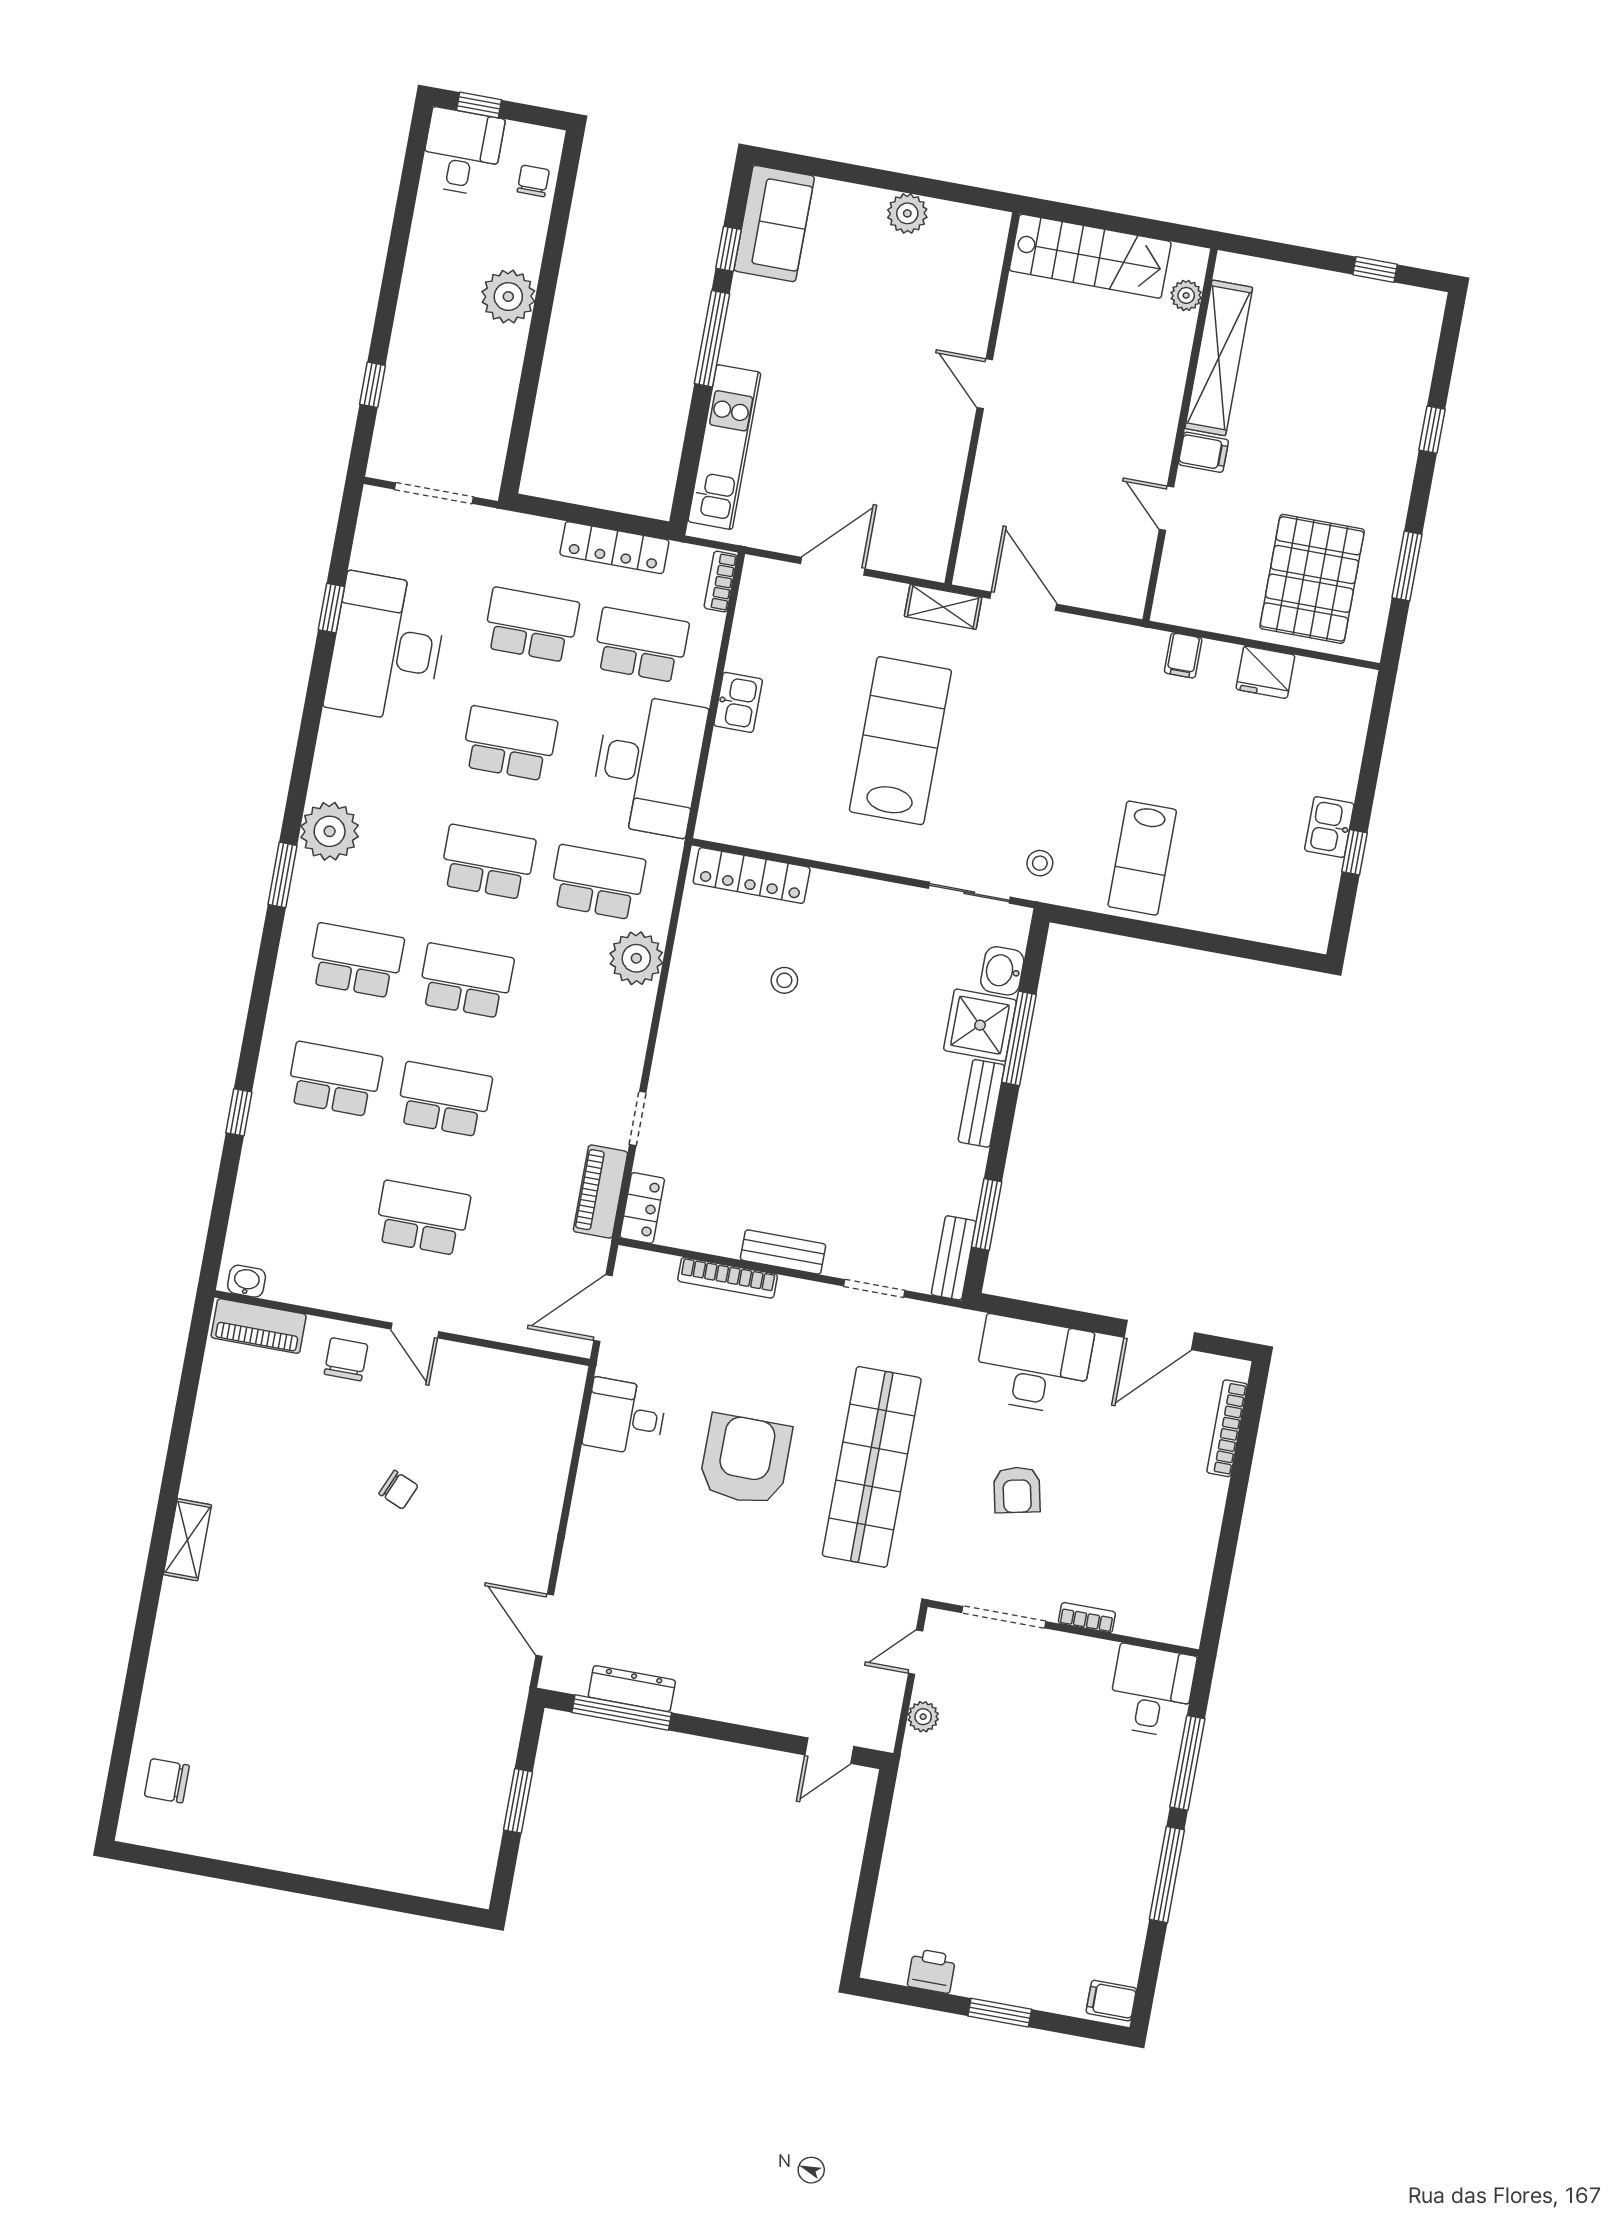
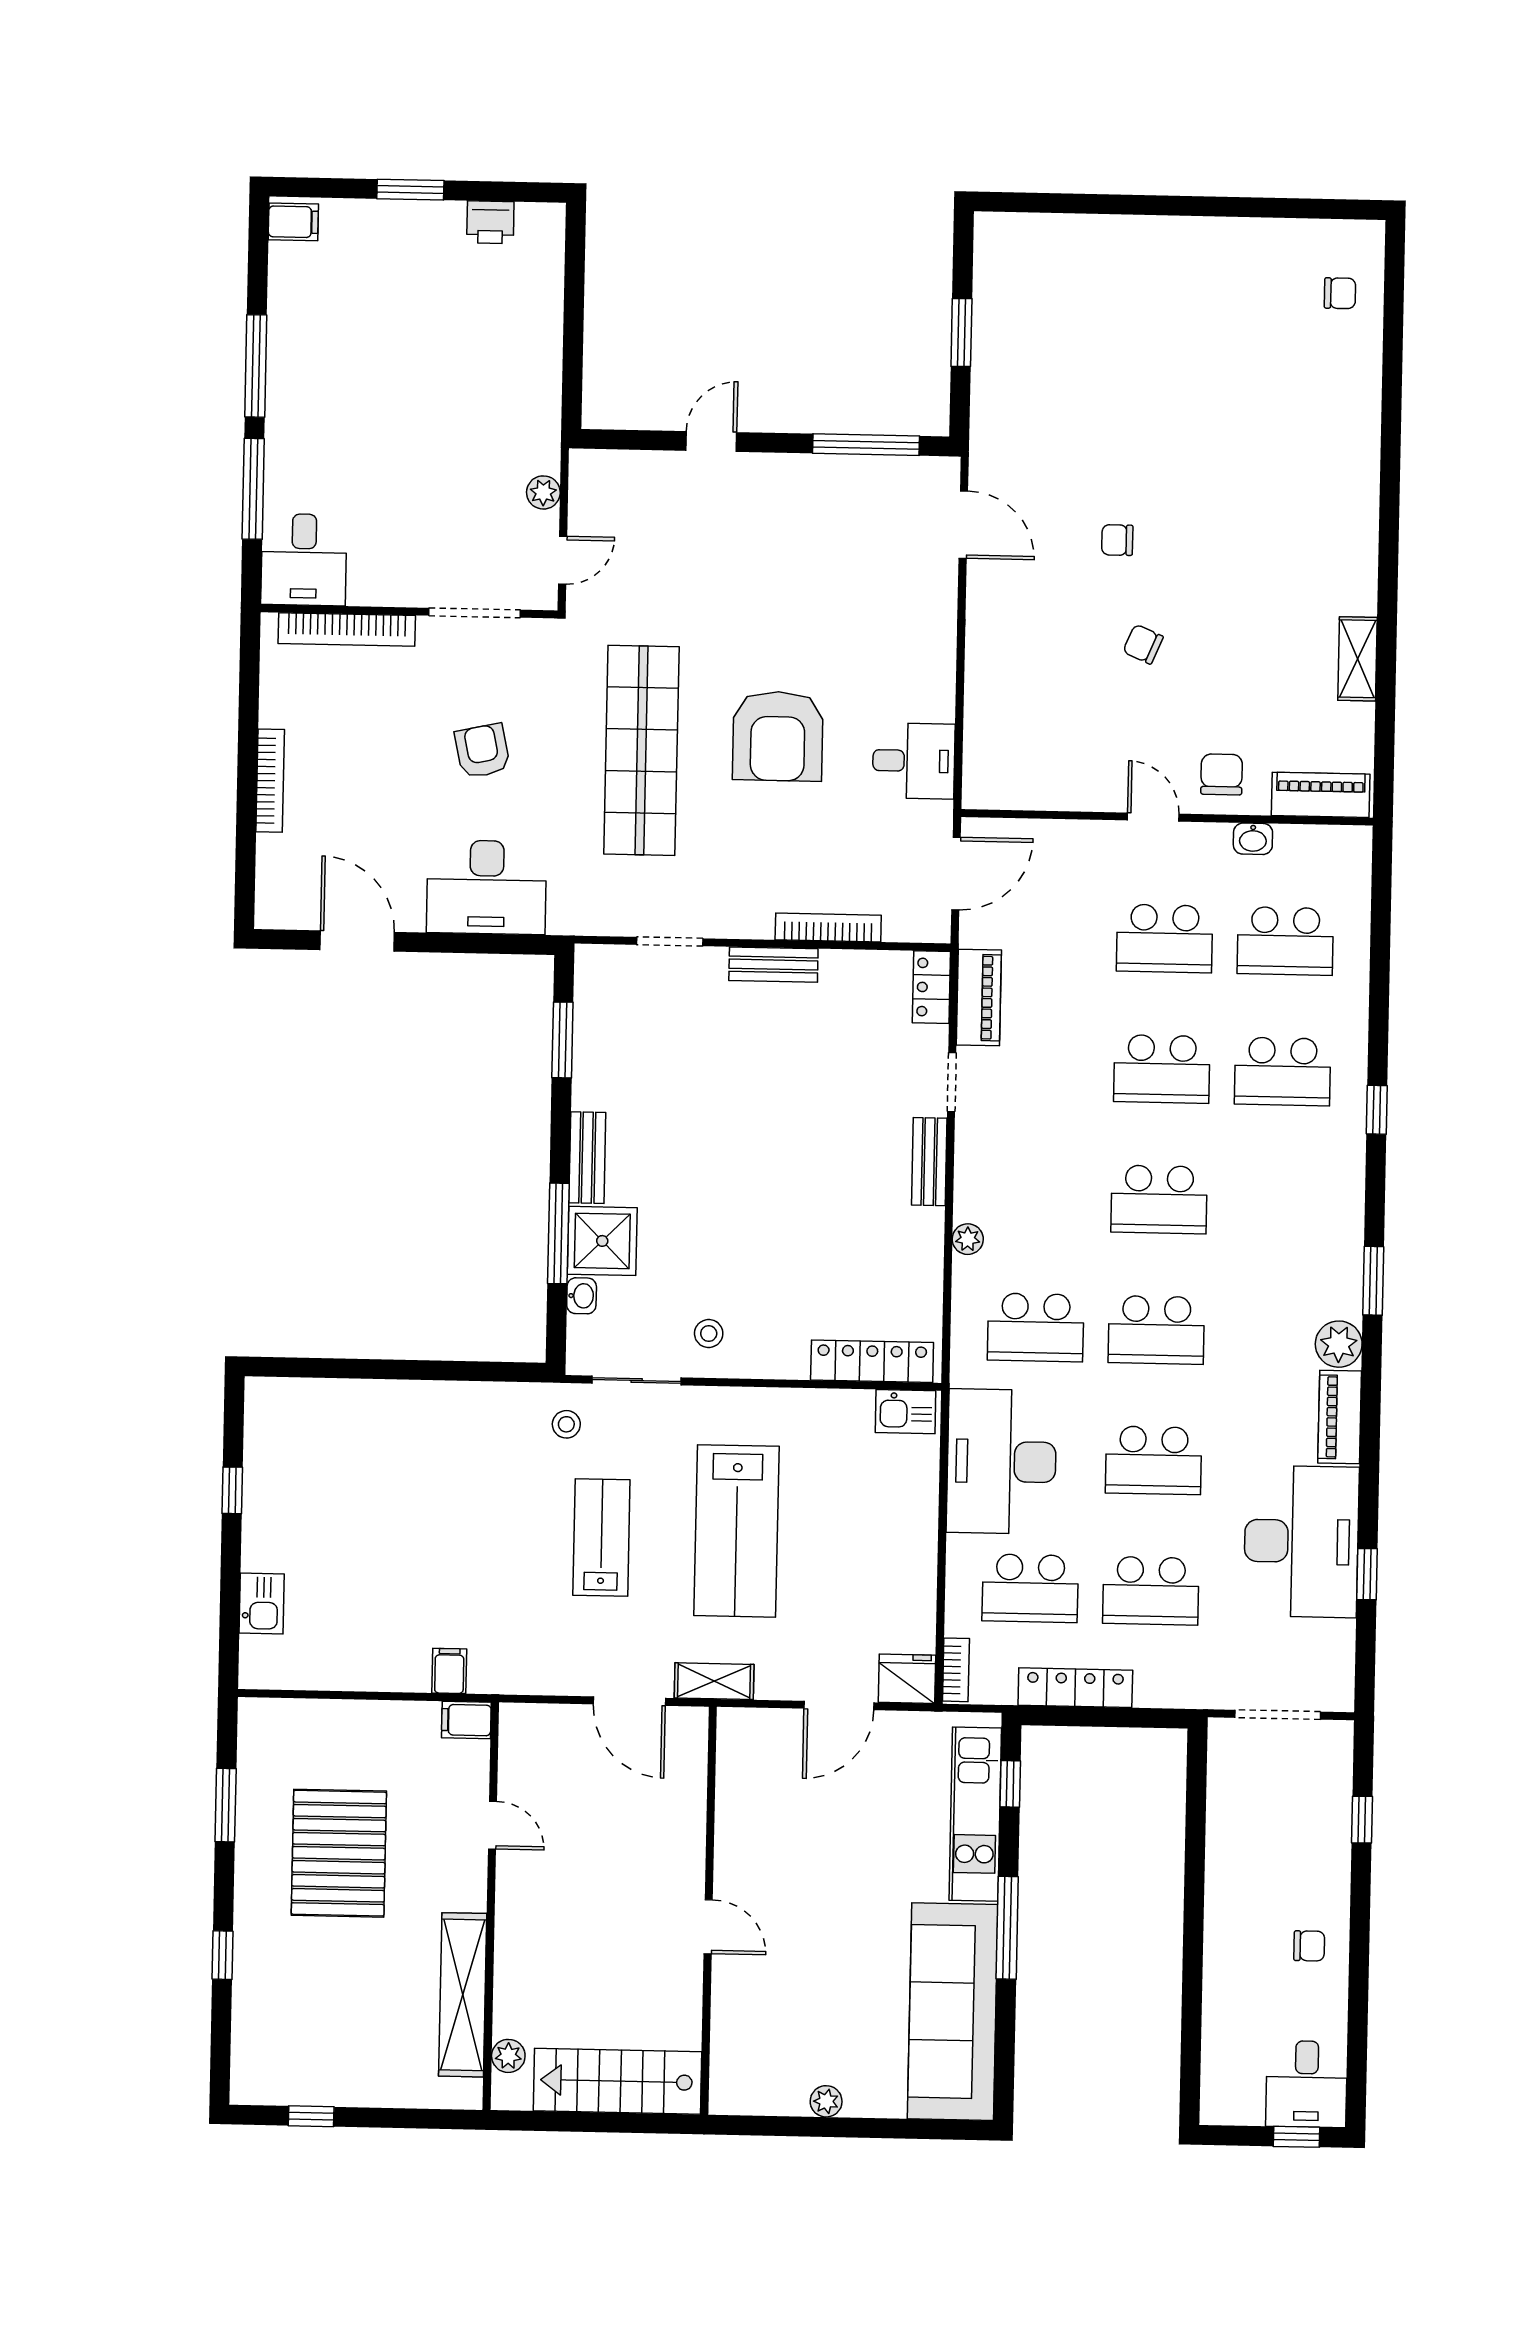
chair: (533, 181) -> (1309, 1946), moved, turned -90
plant: (907, 213) -> (826, 2101), width x0.73, depth x0.73
sofa: (774, 223) -> (953, 2012), width x1.85, depth x1.27
window: (729, 249) -> (1010, 1784), moved
plant: (508, 297) -> (1232, 1937), removed
filing cabinet: (1203, 452) -> (466, 1720), moved
pallet: (1312, 579) -> (339, 1853), moved
fridge: (1265, 672) -> (907, 1679), moved
kitchen sink: (738, 702) -> (906, 1412), moved, turned -90
piano: (333, 755) -> (1340, 1417), added
kitchen sink: (1329, 827) -> (262, 1604), moved
plant: (330, 831) -> (1339, 1344), width x0.73, depth x0.73
lab bench: (1142, 858) -> (601, 1538), moved
plant: (636, 958) -> (968, 1239), width x0.53, depth x0.53
school desk: (356, 961) -> (1285, 941), moved
washbasin: (1002, 971) -> (582, 1296), width x0.72, depth x0.69
stool: (784, 980) -> (709, 1334), moved
window: (239, 1112) -> (1377, 1110), moved
bench: (954, 1258) -> (929, 1162), moved
washbasin: (247, 1281) -> (1253, 839), moved
door: (1159, 1335) -> (357, 941), hinge flipped
chair: (346, 1359) -> (1222, 774), turned 180
bookcase: (1227, 1428) -> (270, 781), moved
shelving: (187, 1540) -> (1357, 659), moved
chair: (407, 1588) -> (1117, 540), added
bookcase: (1087, 1618) -> (347, 630), width x2.31, depth x1.31
dresser: (632, 1689) -> (859, 472), removed
door: (829, 1751) -> (711, 441), moved
chair: (167, 1781) -> (1340, 293), width x0.73, depth x0.73

